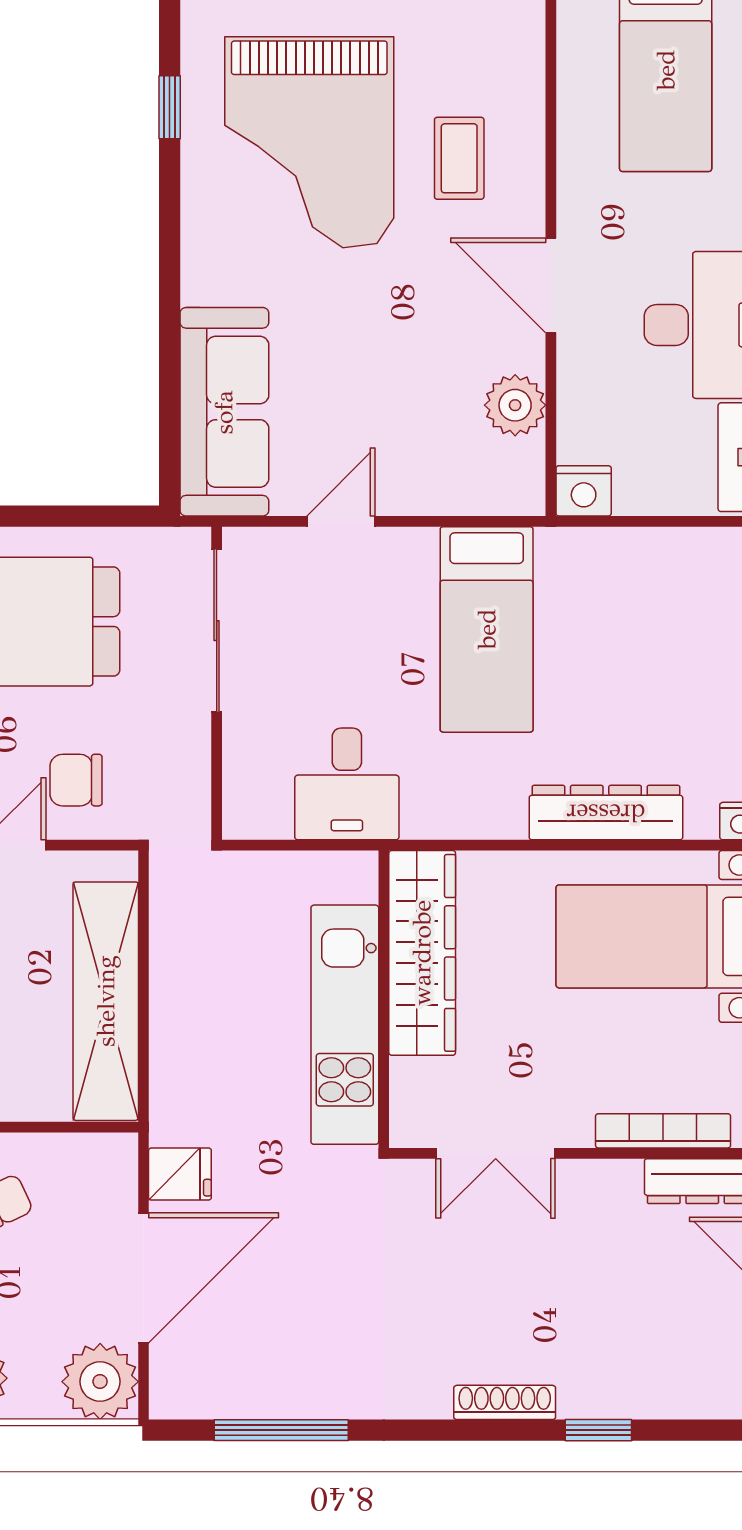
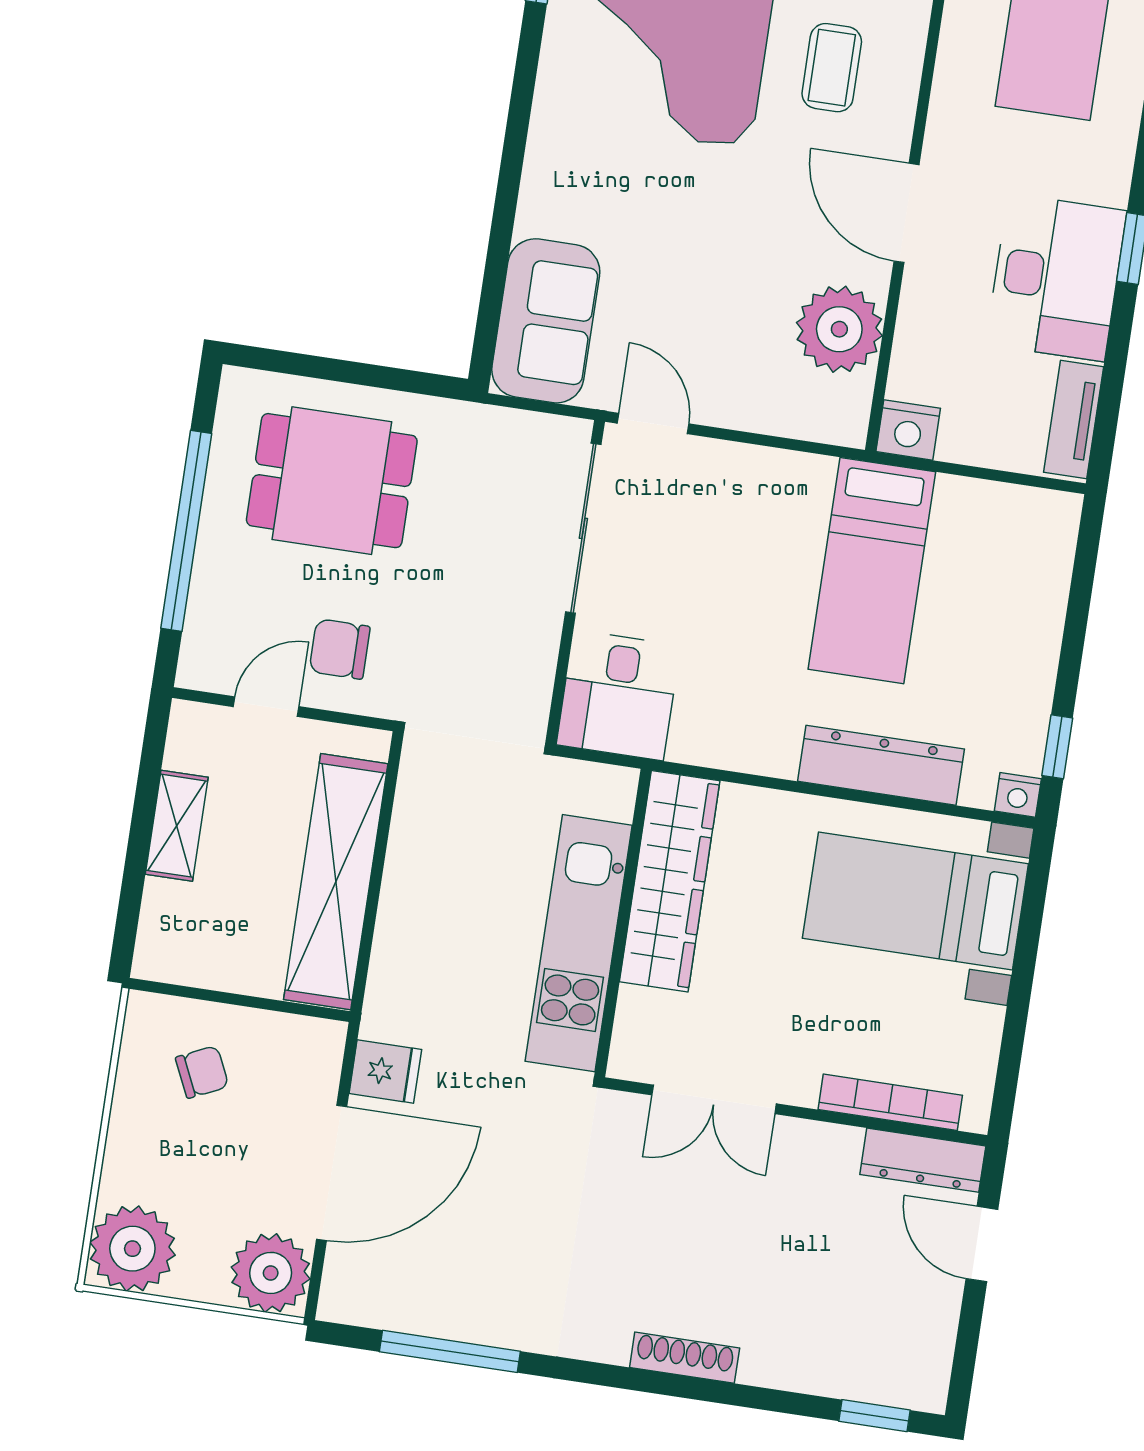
plant: (515, 405) -> (839, 329), width x1.36, depth x1.36
sofa: (224, 412) -> (546, 321), width x0.73
door: (341, 521) -> (653, 424), hinge flipped
bed: (487, 629) -> (872, 571), moved
sliding door: (217, 631) -> (583, 528), moved
wall: (217, 683) -> (575, 583), moved
window: (598, 1430) -> (874, 1416), moved

